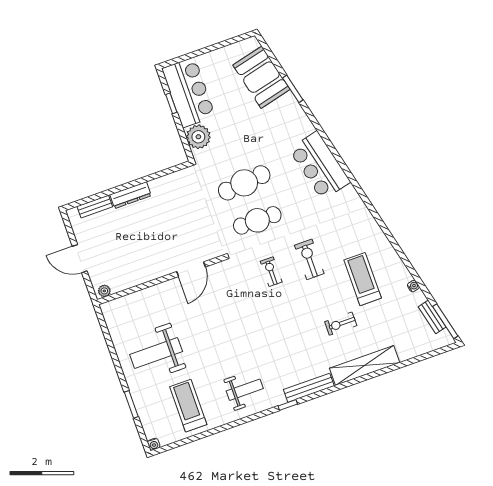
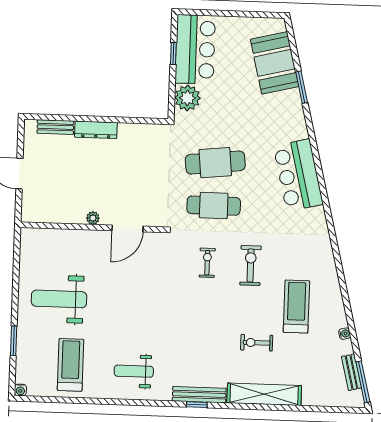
plant: (104, 291) -> (93, 218), moved
weight bench: (245, 390) -> (134, 371), turned 180
window: (288, 405) -> (197, 405), moved

